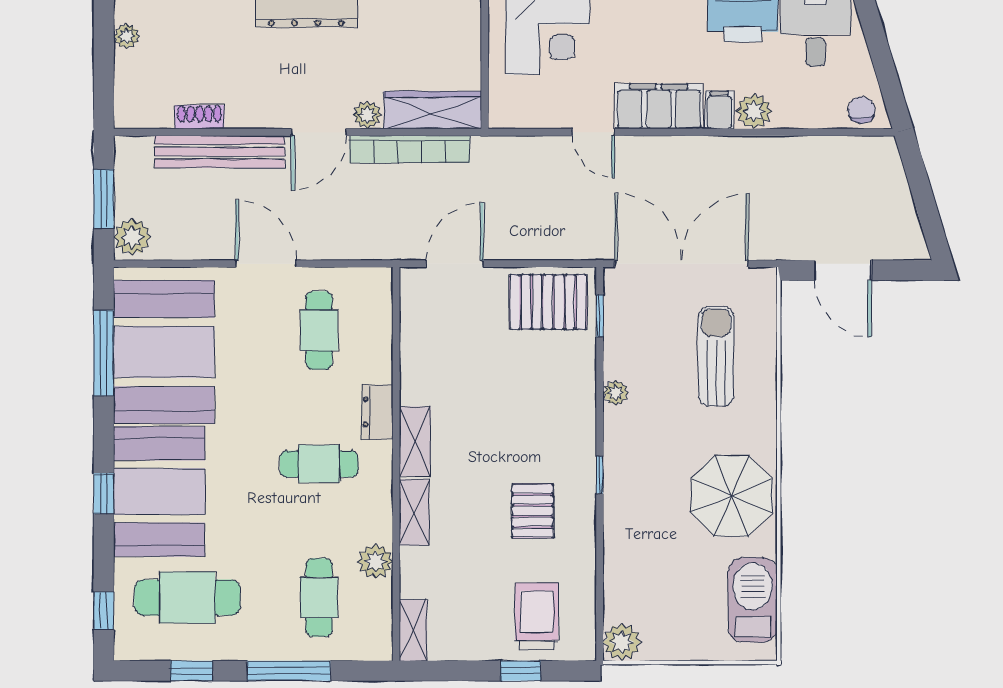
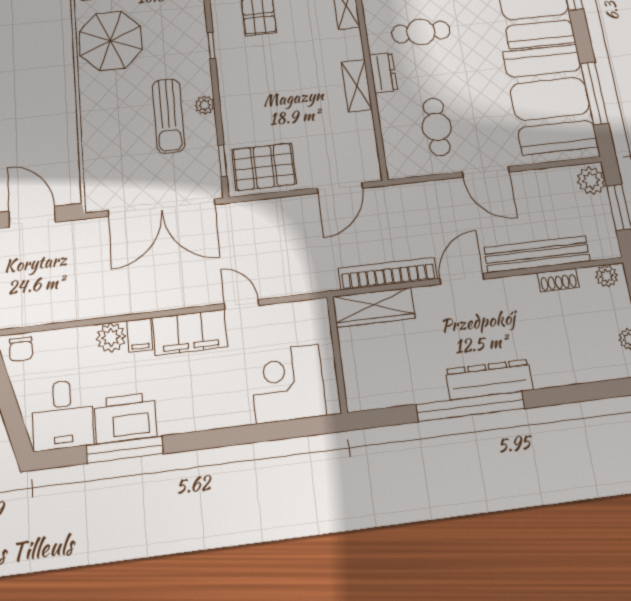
plant: (367, 115) -> (606, 276), moved
sun lounger: (716, 356) -> (168, 116), moved
shelving: (415, 441) -> (357, 86), moved

